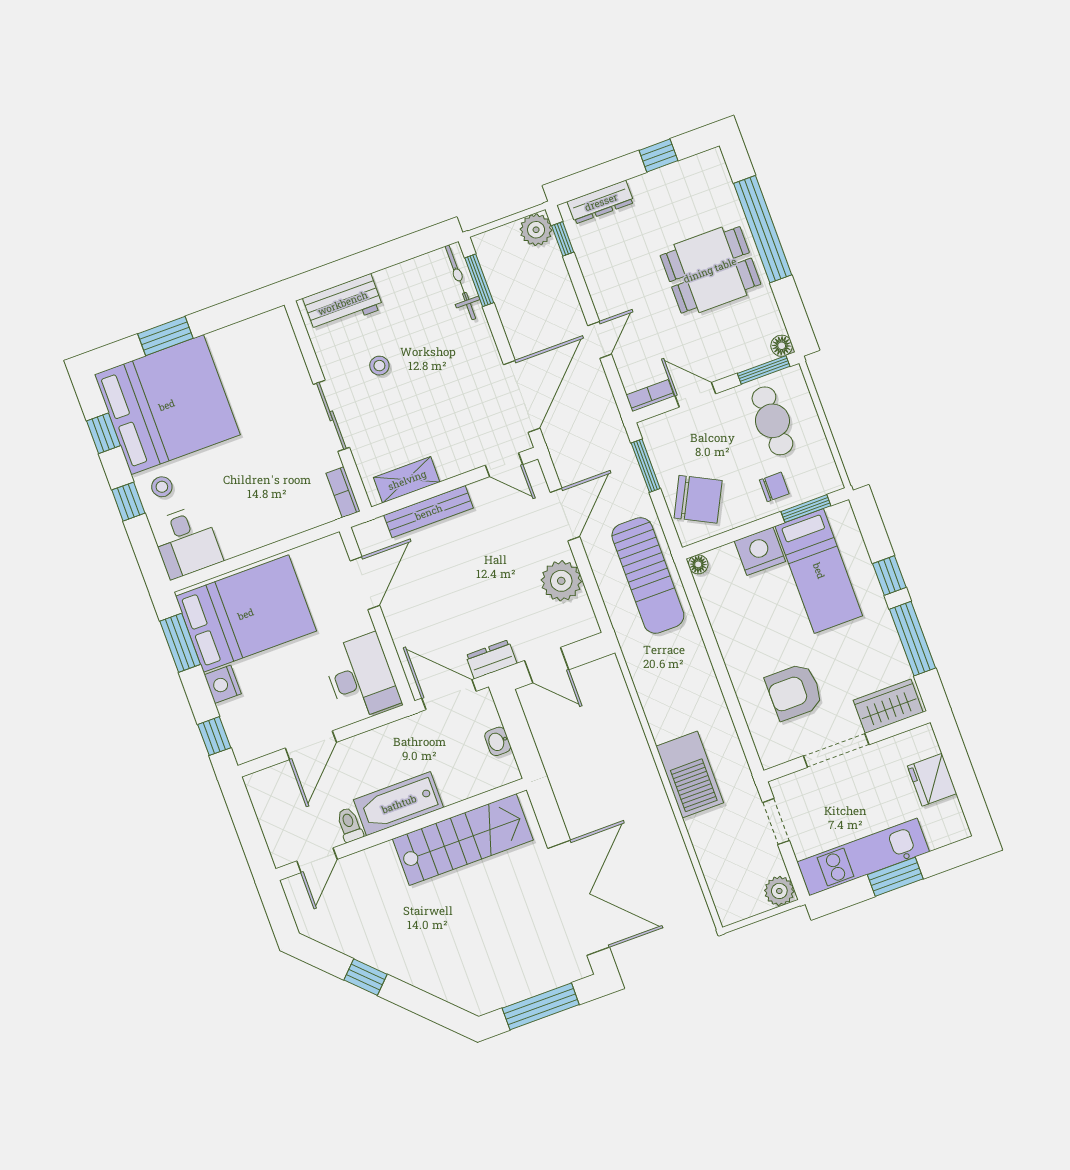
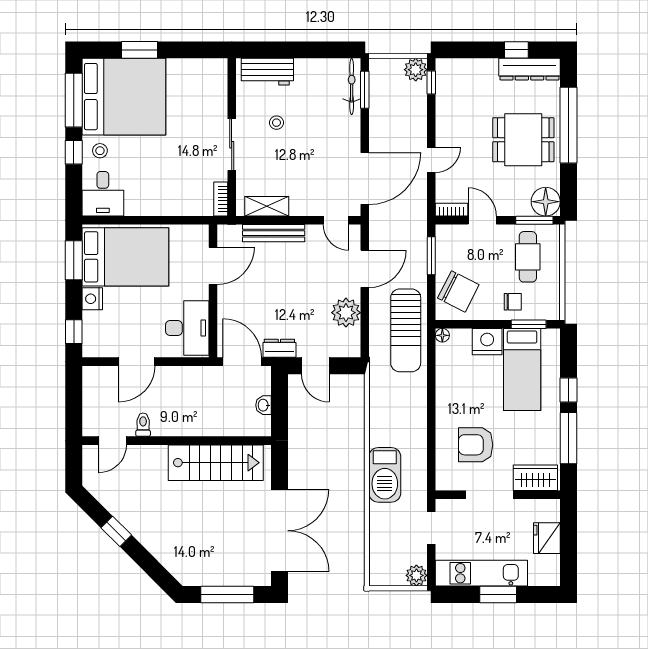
dresser: (601, 202) -> (530, 69), moved, width x1.37, depth x1.24
floor lamp: (782, 346) -> (546, 202), width x1.89, depth x1.89
window: (103, 433) -> (74, 100), width x2.17
bathtub: (399, 804) -> (181, 423), removed

